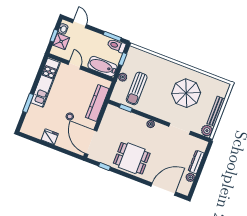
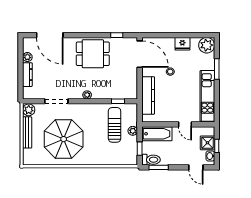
parasol: (186, 93) -> (64, 139), width x1.36, depth x1.36
plant: (29, 127) -> (207, 45), added
door: (163, 189) -> (50, 35), hinge flipped

